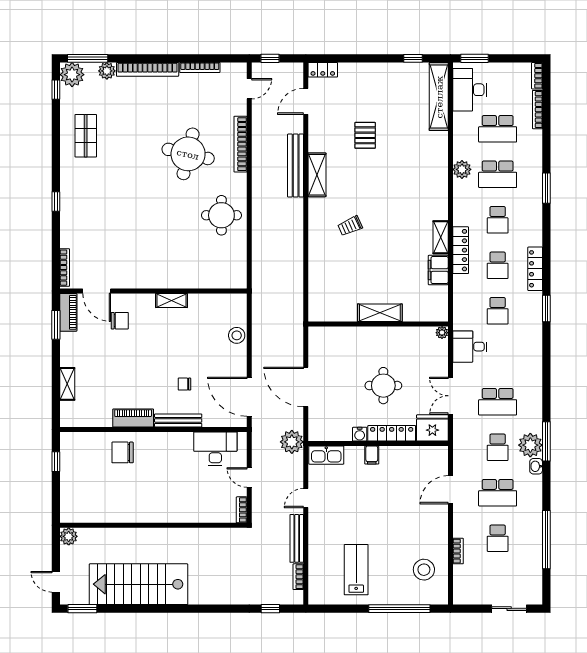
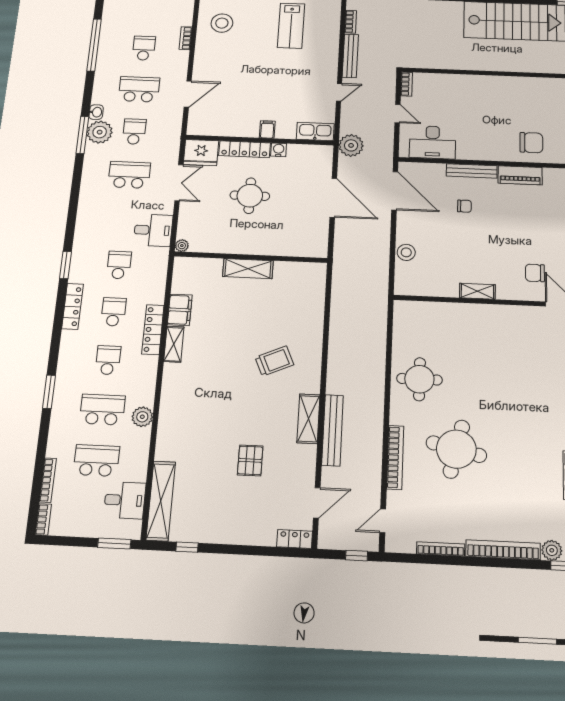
desk: (470, 90) -> (125, 500), width x0.73
trolley: (350, 226) -> (274, 361), width x1.36, depth x1.39

